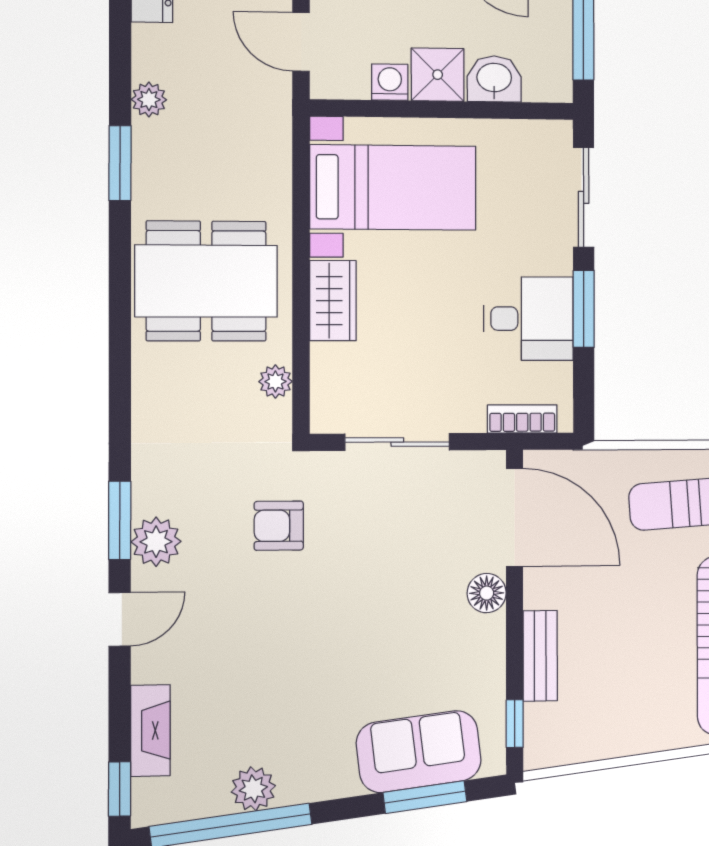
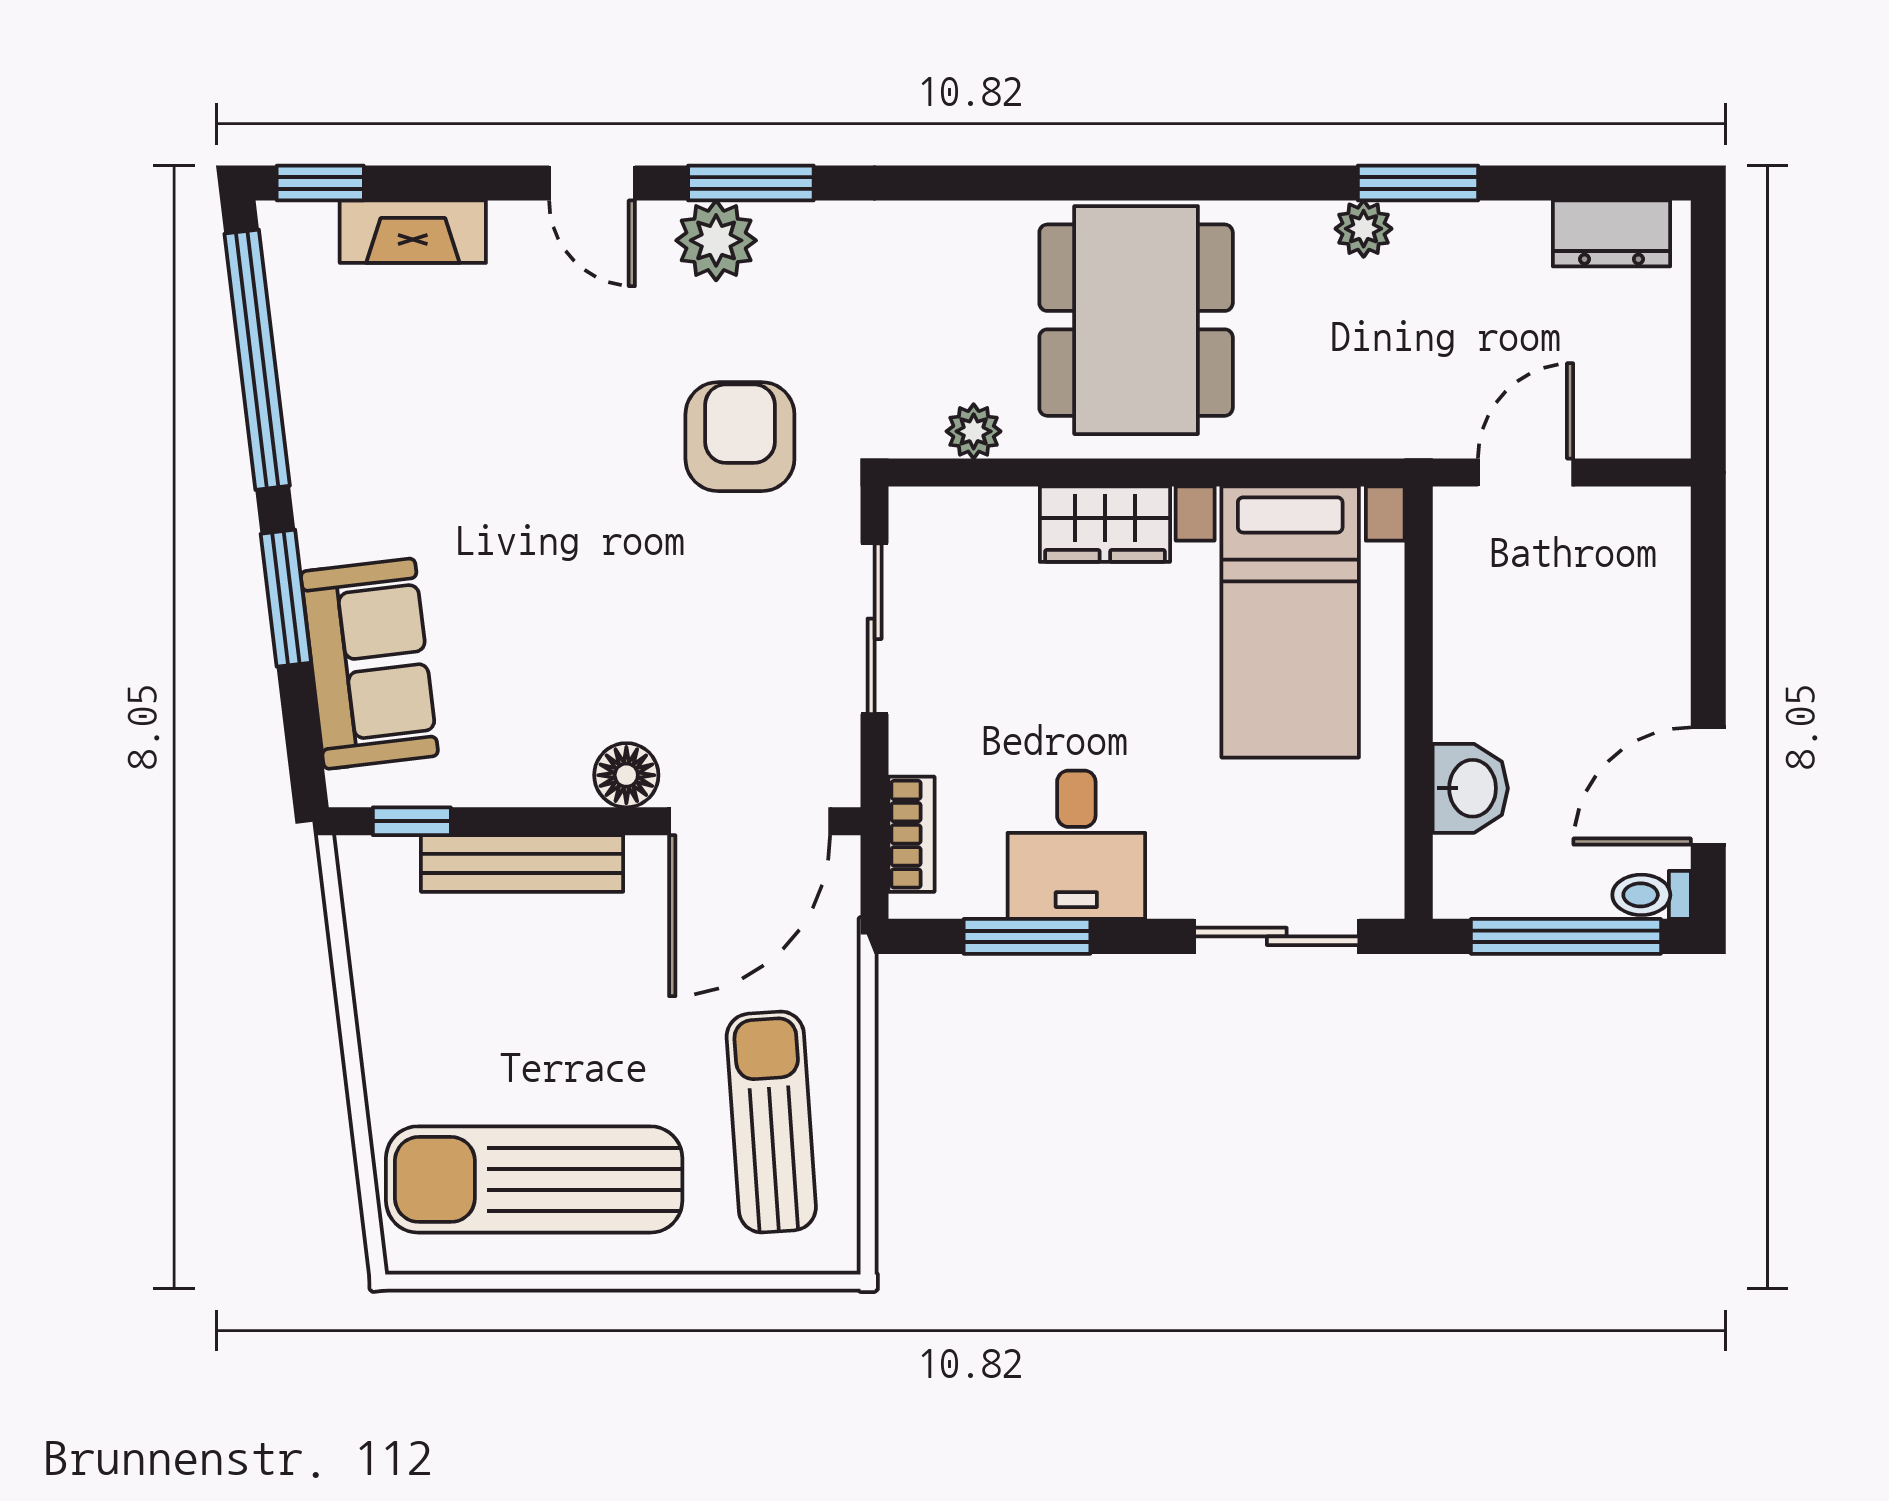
shower: (438, 75) -> (1476, 695), removed
washing machine: (390, 82) -> (1462, 617), removed
plant: (149, 100) -> (1364, 229), moved
window: (120, 163) -> (1418, 183), moved
window: (584, 309) -> (1027, 936), moved
armchair: (279, 526) -> (740, 437), width x1.38, depth x1.38
bench: (540, 656) -> (522, 864), width x1.36
plant: (253, 789) -> (315, 396), removed
window: (425, 797) -> (286, 598), moved

